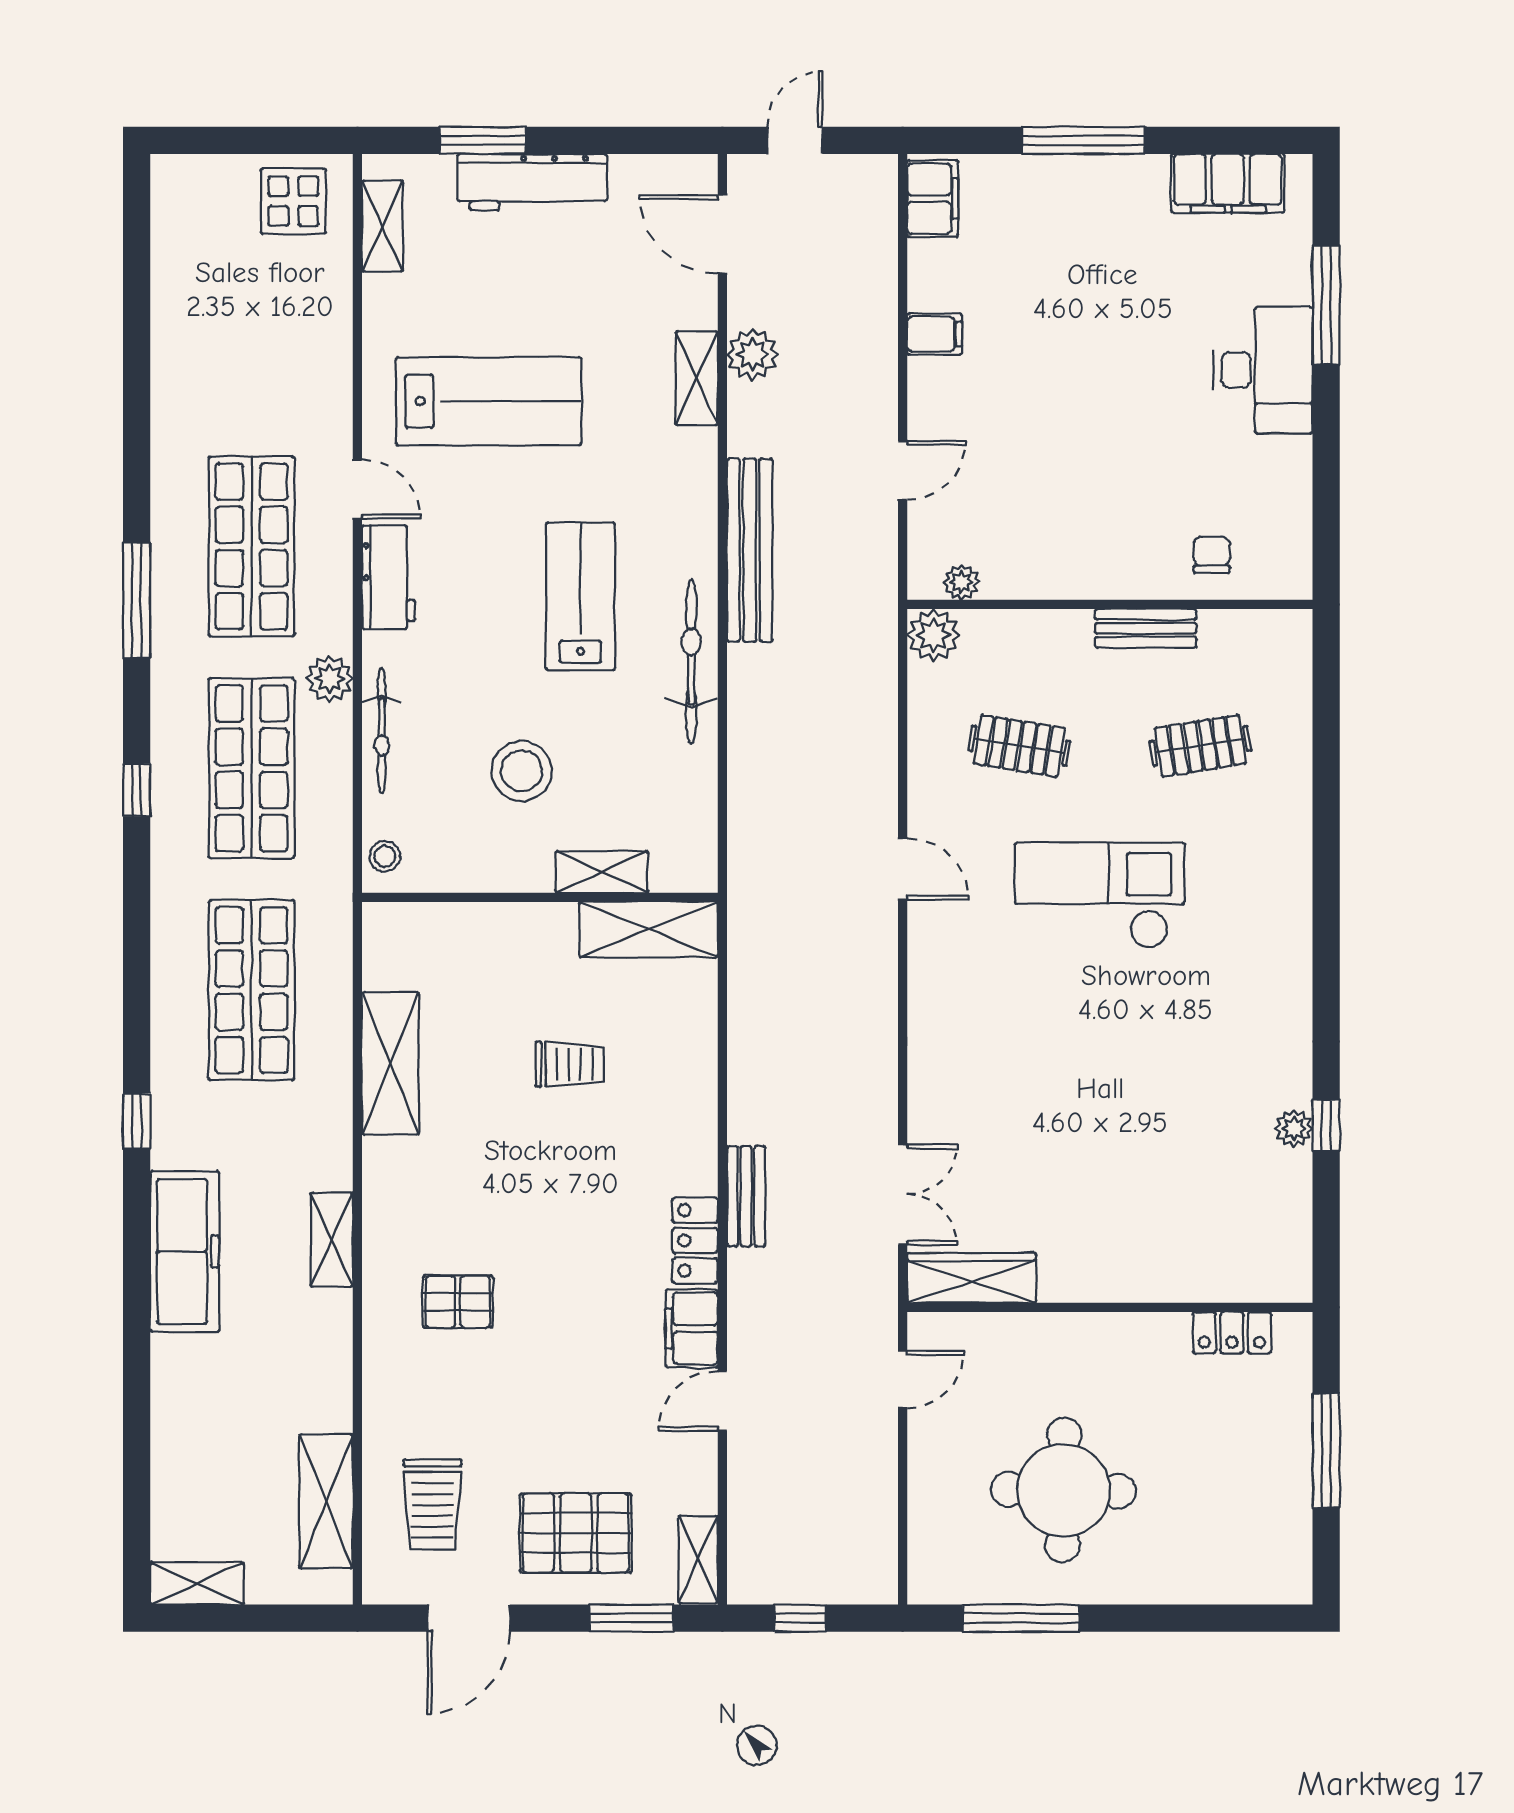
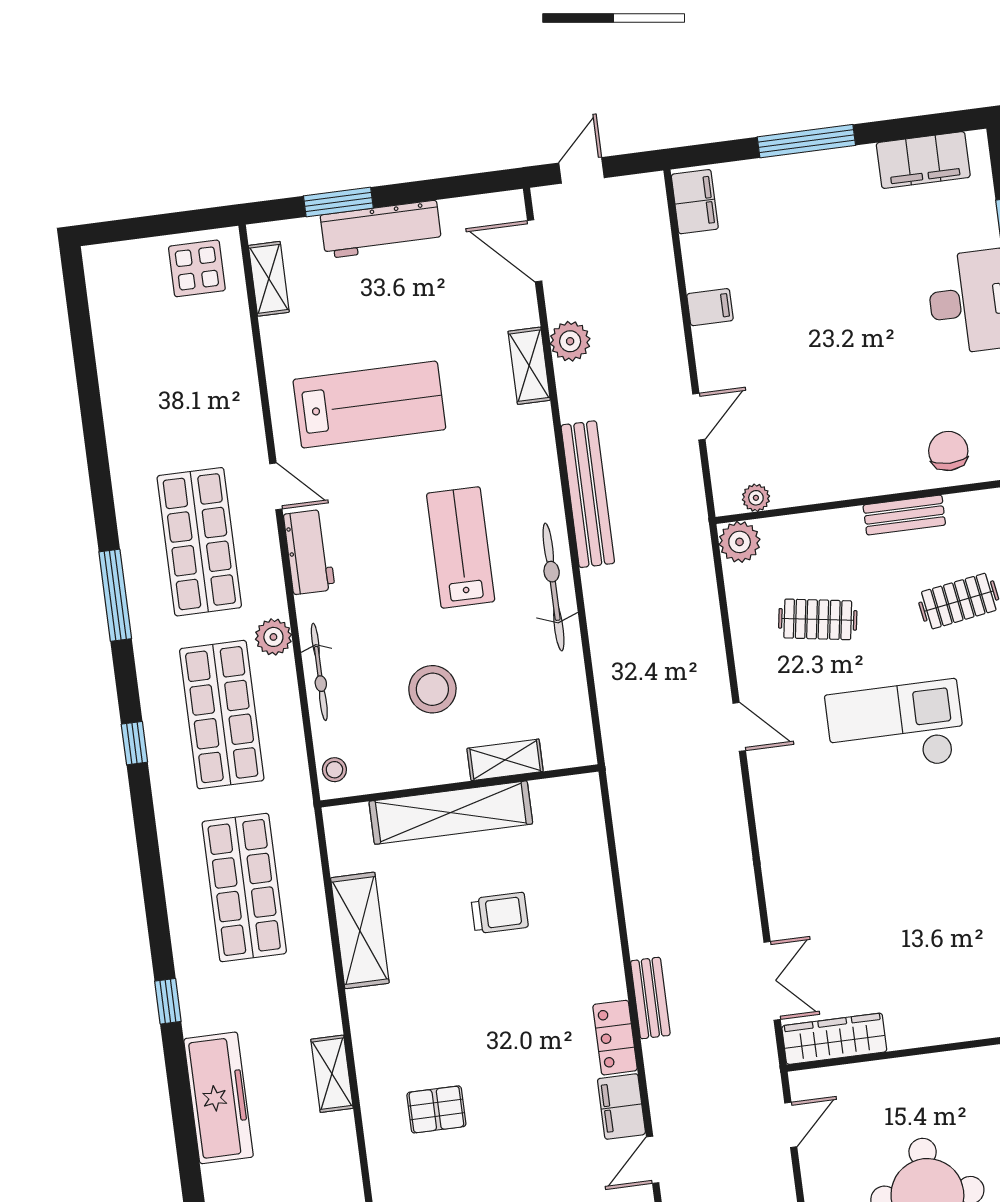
chair: (1212, 555) -> (948, 451), width x1.37, depth x1.37
shelving: (649, 929) -> (451, 813), moved, width x1.47

